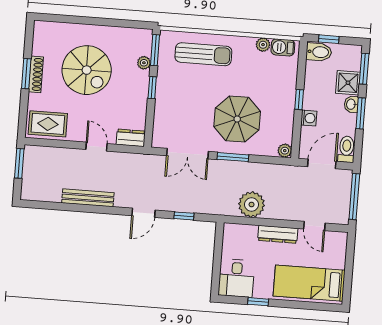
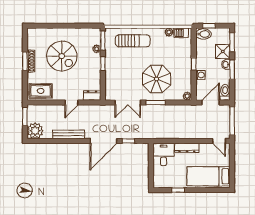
door: (96, 147) -> (71, 103), swing flipped
plant: (252, 205) -> (35, 131), moved
door: (143, 213) -> (103, 141), width x1.88
door: (314, 226) -> (219, 141), moved
desk: (236, 278) -> (164, 154), moved, turned 180

